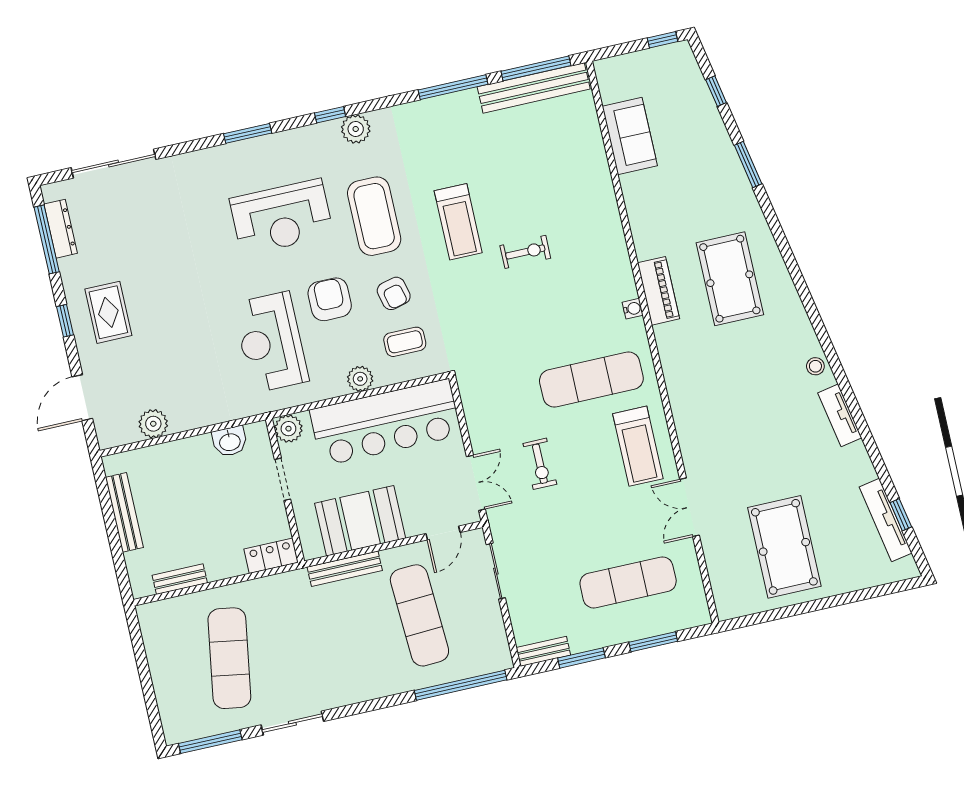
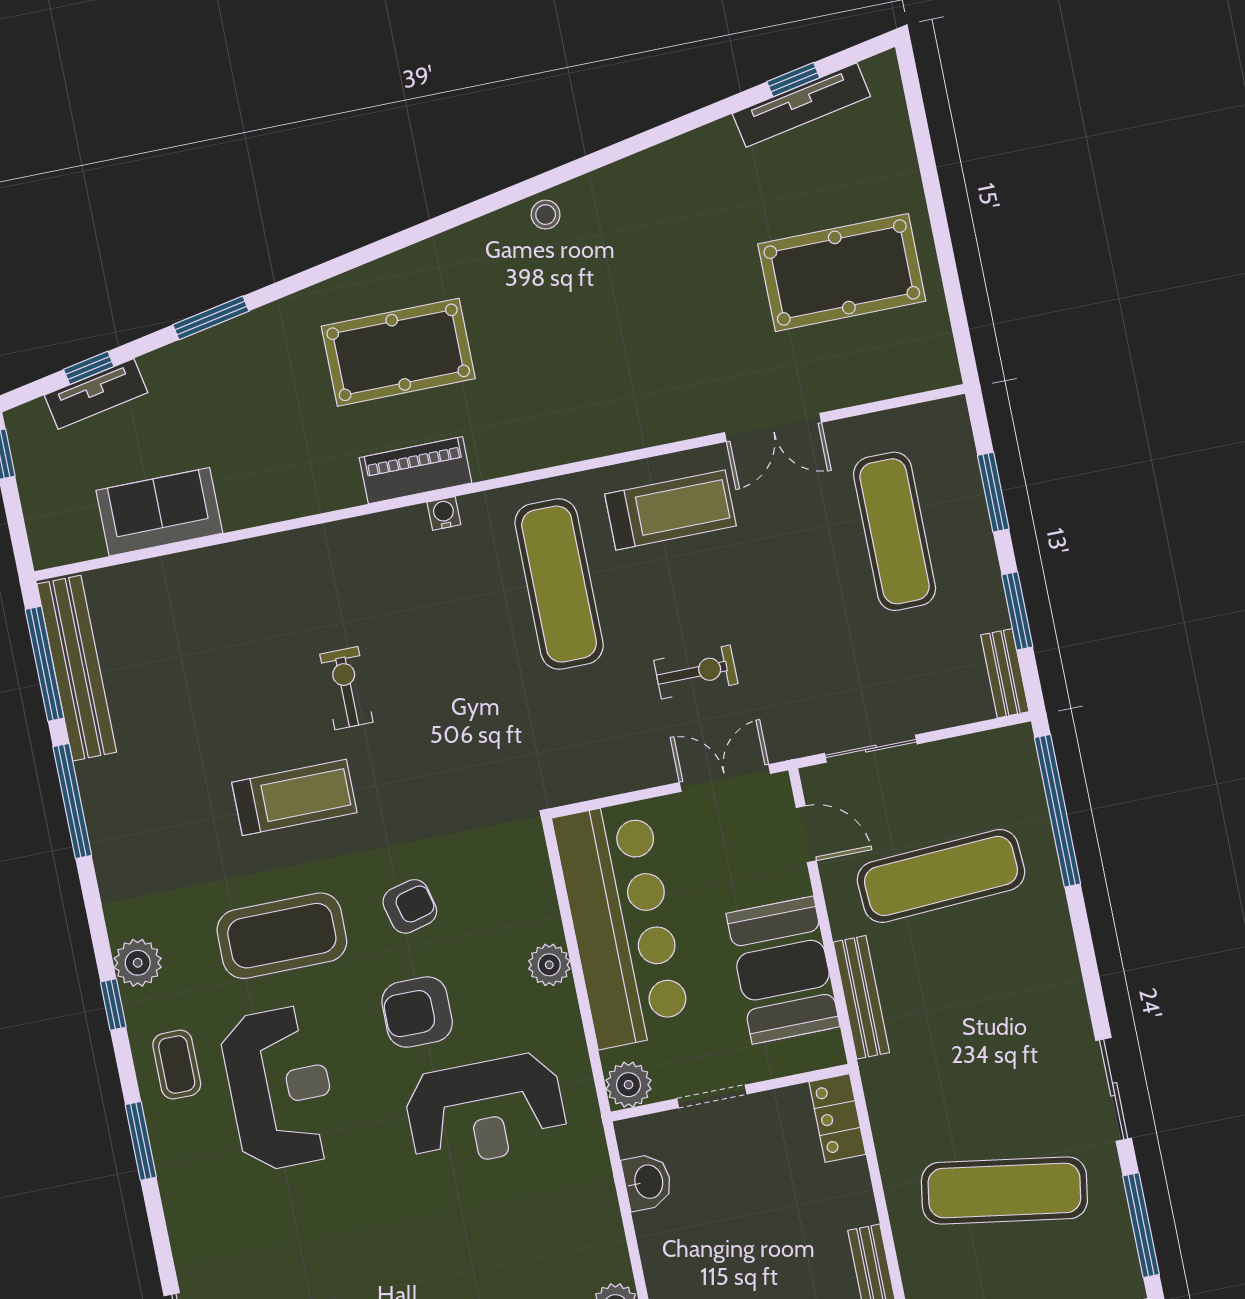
coffee table: (405, 342) -> (177, 1065), moved
tv unit: (840, 415) -> (96, 394), moved

